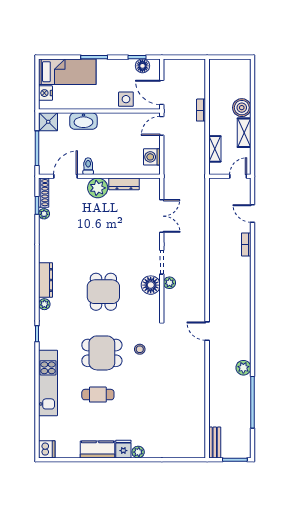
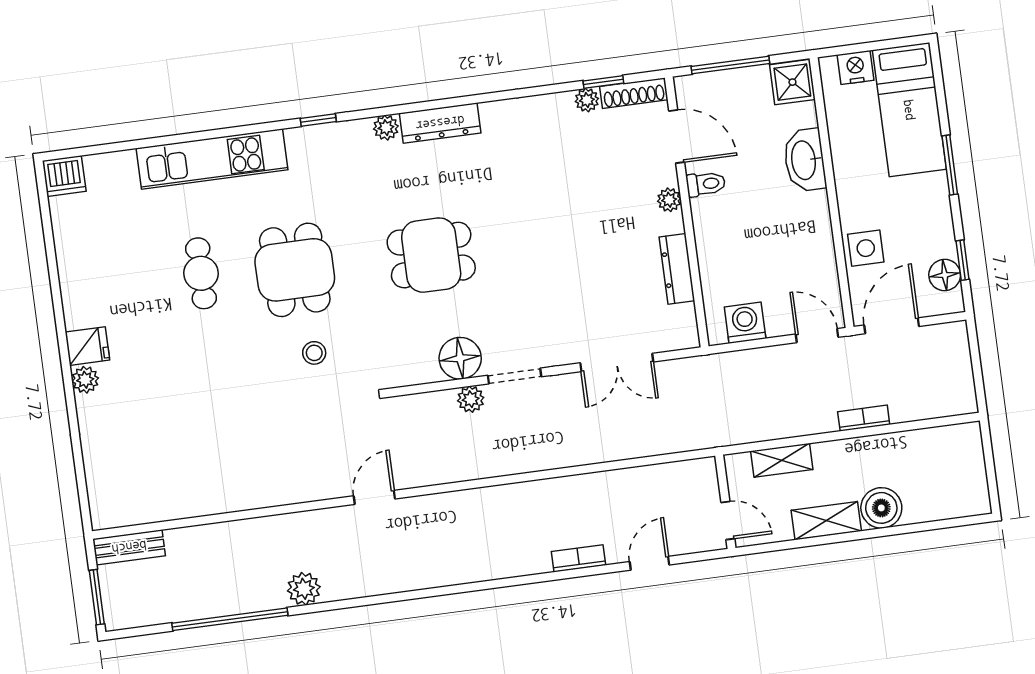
plant: (98, 188) -> (669, 200), width x0.53, depth x0.53
kitchen counter: (98, 450) -> (79, 289), removed

